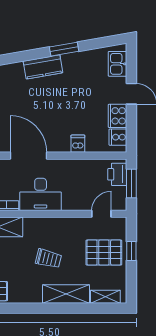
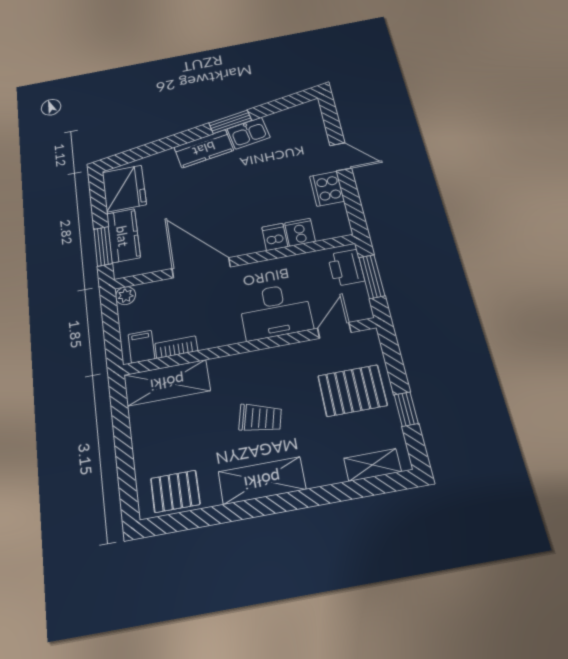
kitchen sink: (118, 64) -> (249, 133), moved, turned -100
cooker: (118, 137) -> (300, 232), moved, turned 90
desk: (41, 194) -> (275, 311), moved
window: (131, 251) -> (406, 409), moved
shelving: (66, 294) -> (262, 481), moved

